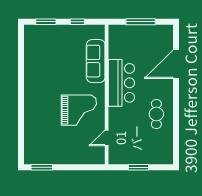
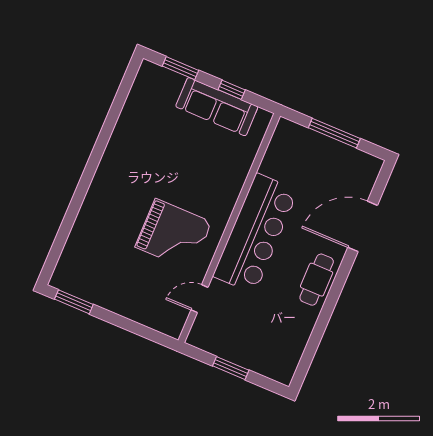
sofa: (96, 61) -> (217, 107), moved, turned -90
bar counter: (121, 83) -> (255, 233), width x1.36
cafe table: (156, 114) -> (317, 280), moved

